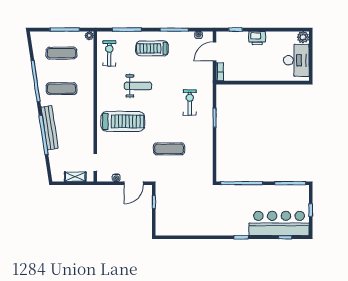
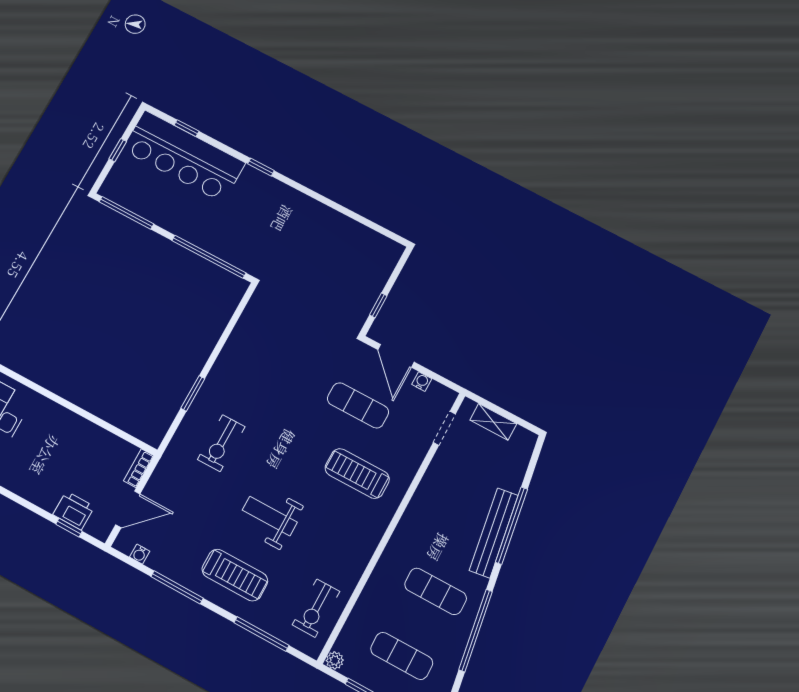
printer: (257, 38) -> (74, 511), moved
weight bench: (138, 86) -> (270, 516), moved
treadmill: (123, 121) -> (357, 474), width x0.73, depth x0.73
exercise mat: (169, 149) -> (358, 405), moved
door: (134, 183) -> (396, 356), swing flipped

